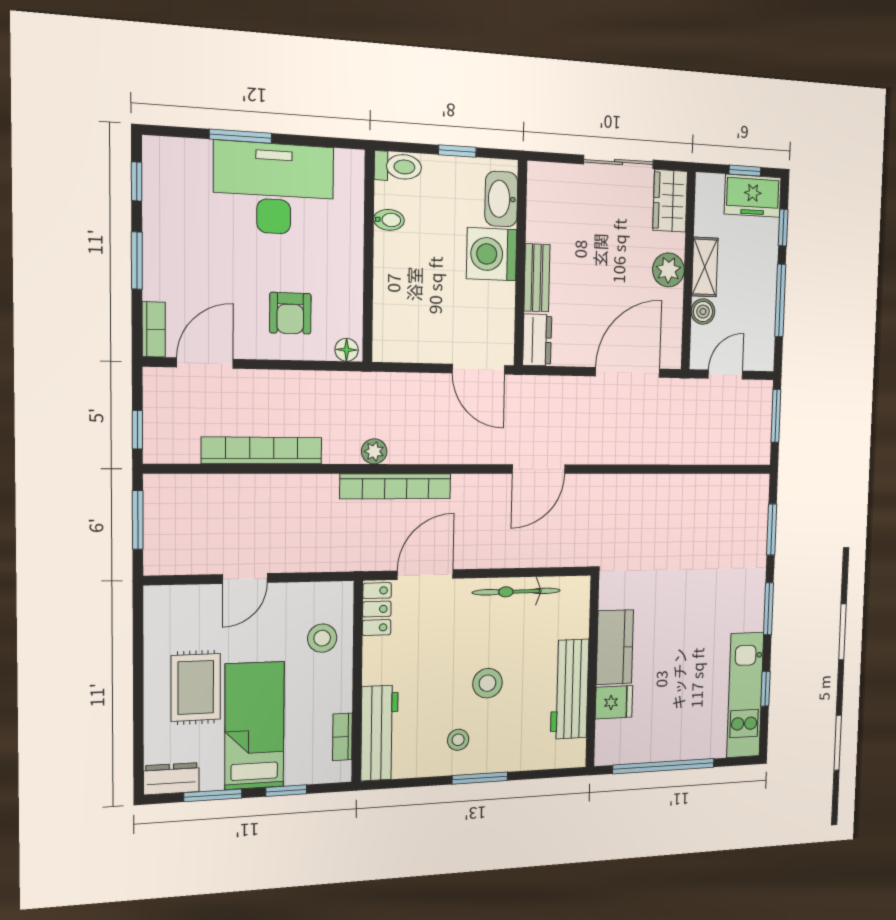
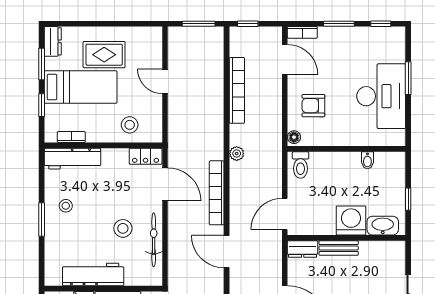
toilet: (398, 167) -> (300, 165), moved
bookcase: (396, 486) -> (217, 193), moved
stool: (487, 683) -> (123, 228), moved

